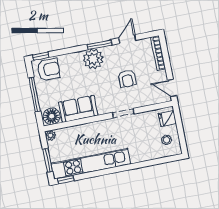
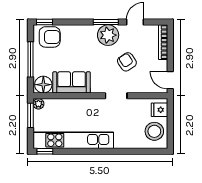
plant: (93, 59) -> (108, 35), moved
armchair: (127, 79) -> (127, 62), turned 146
stool: (167, 140) -> (154, 131), width x1.89, depth x1.89
window: (48, 160) -> (31, 115), moved

